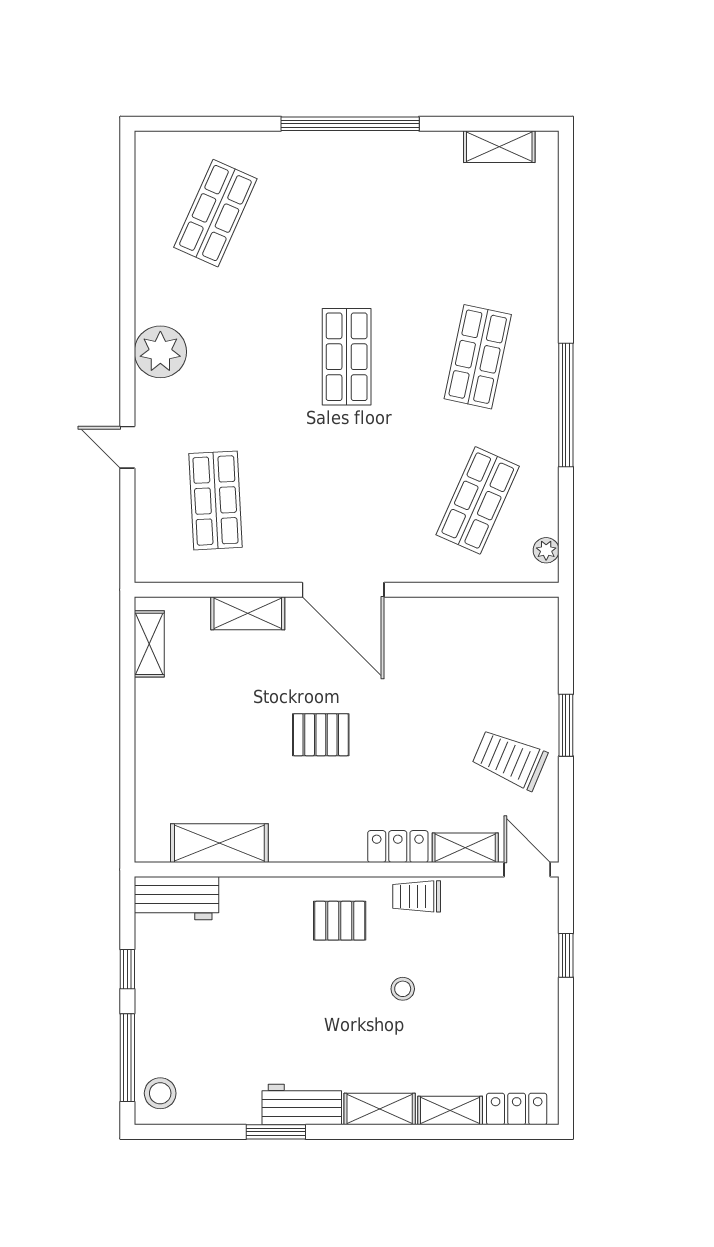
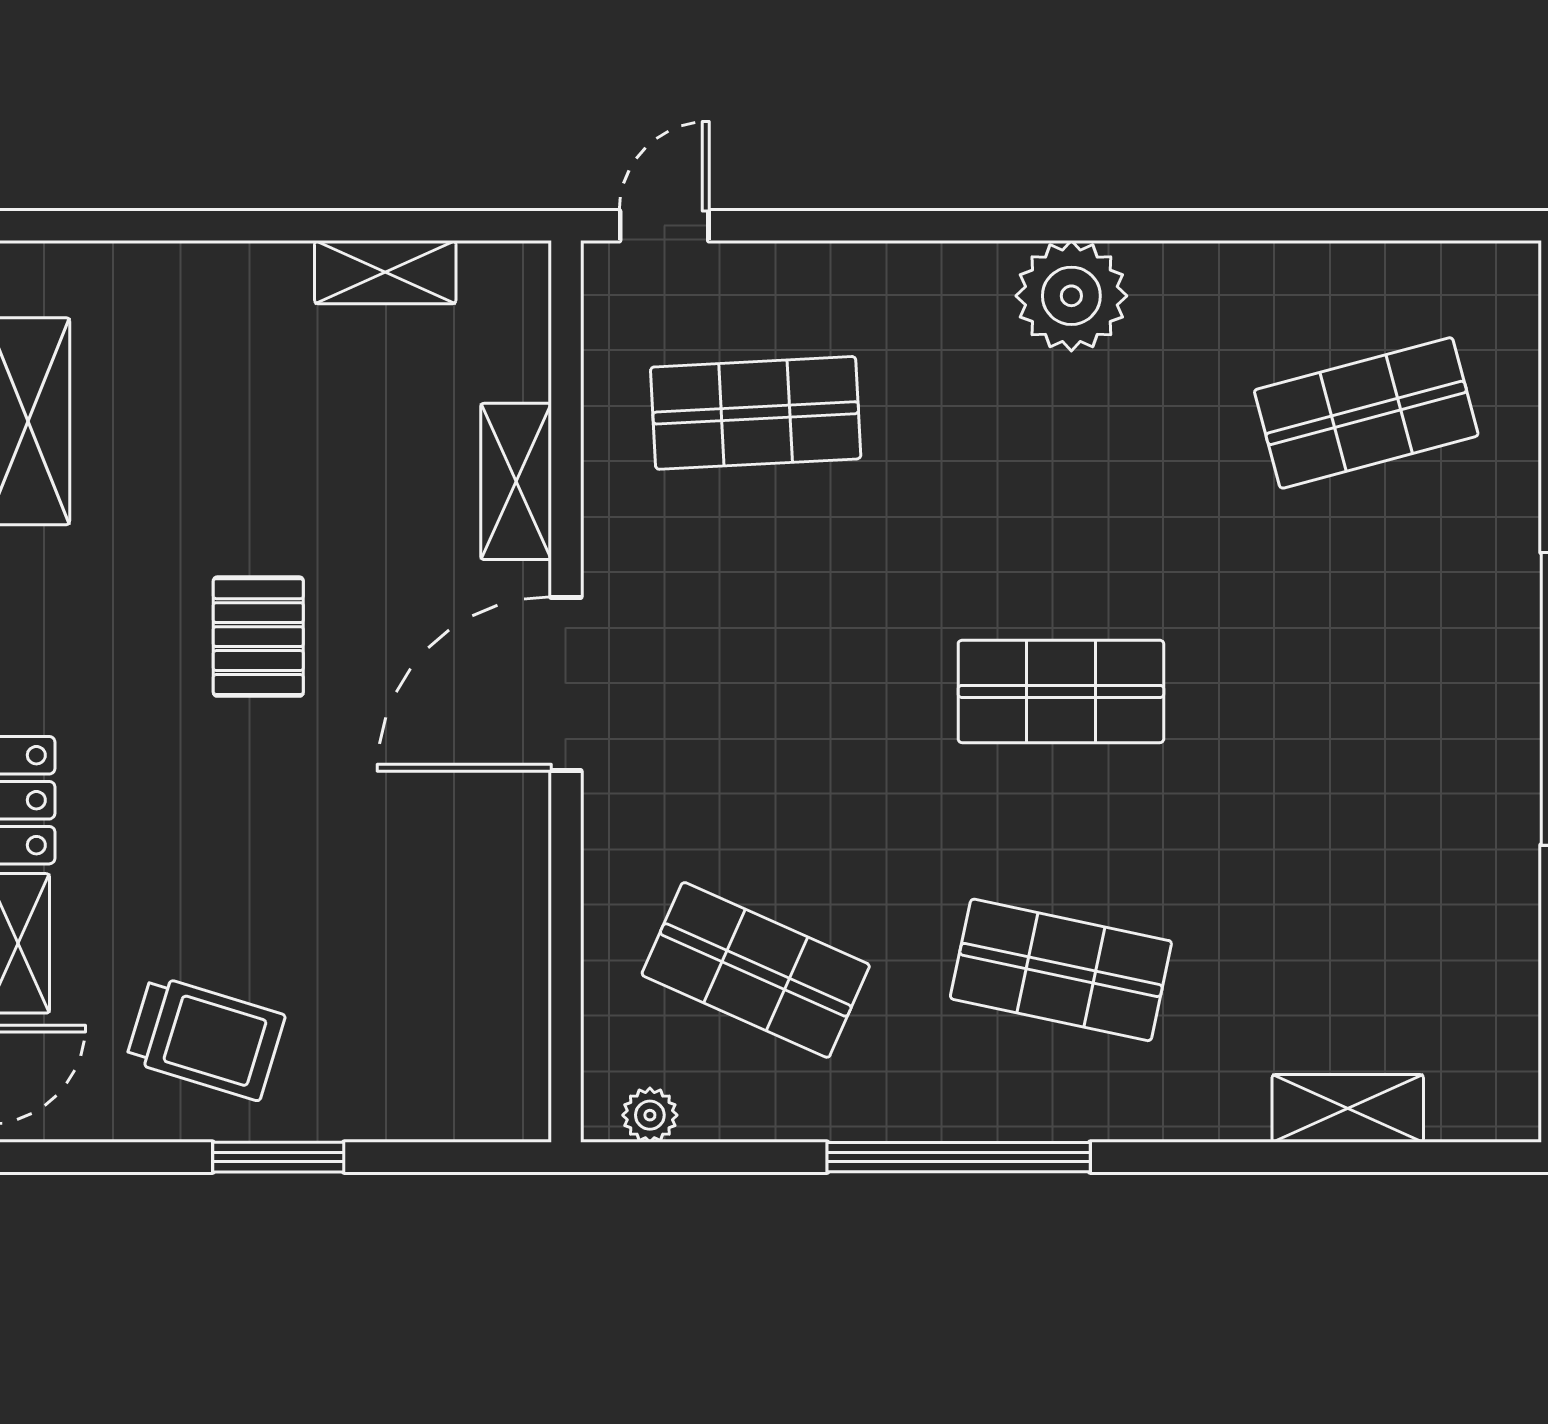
shelving: (499, 147) -> (1348, 1108), moved, turned 90
shop shelf: (215, 213) -> (1366, 413), turned -39
door: (127, 447) -> (664, 226), moved
shelving: (149, 644) -> (385, 272), moved
trolley: (510, 759) -> (206, 1038), turned 84

